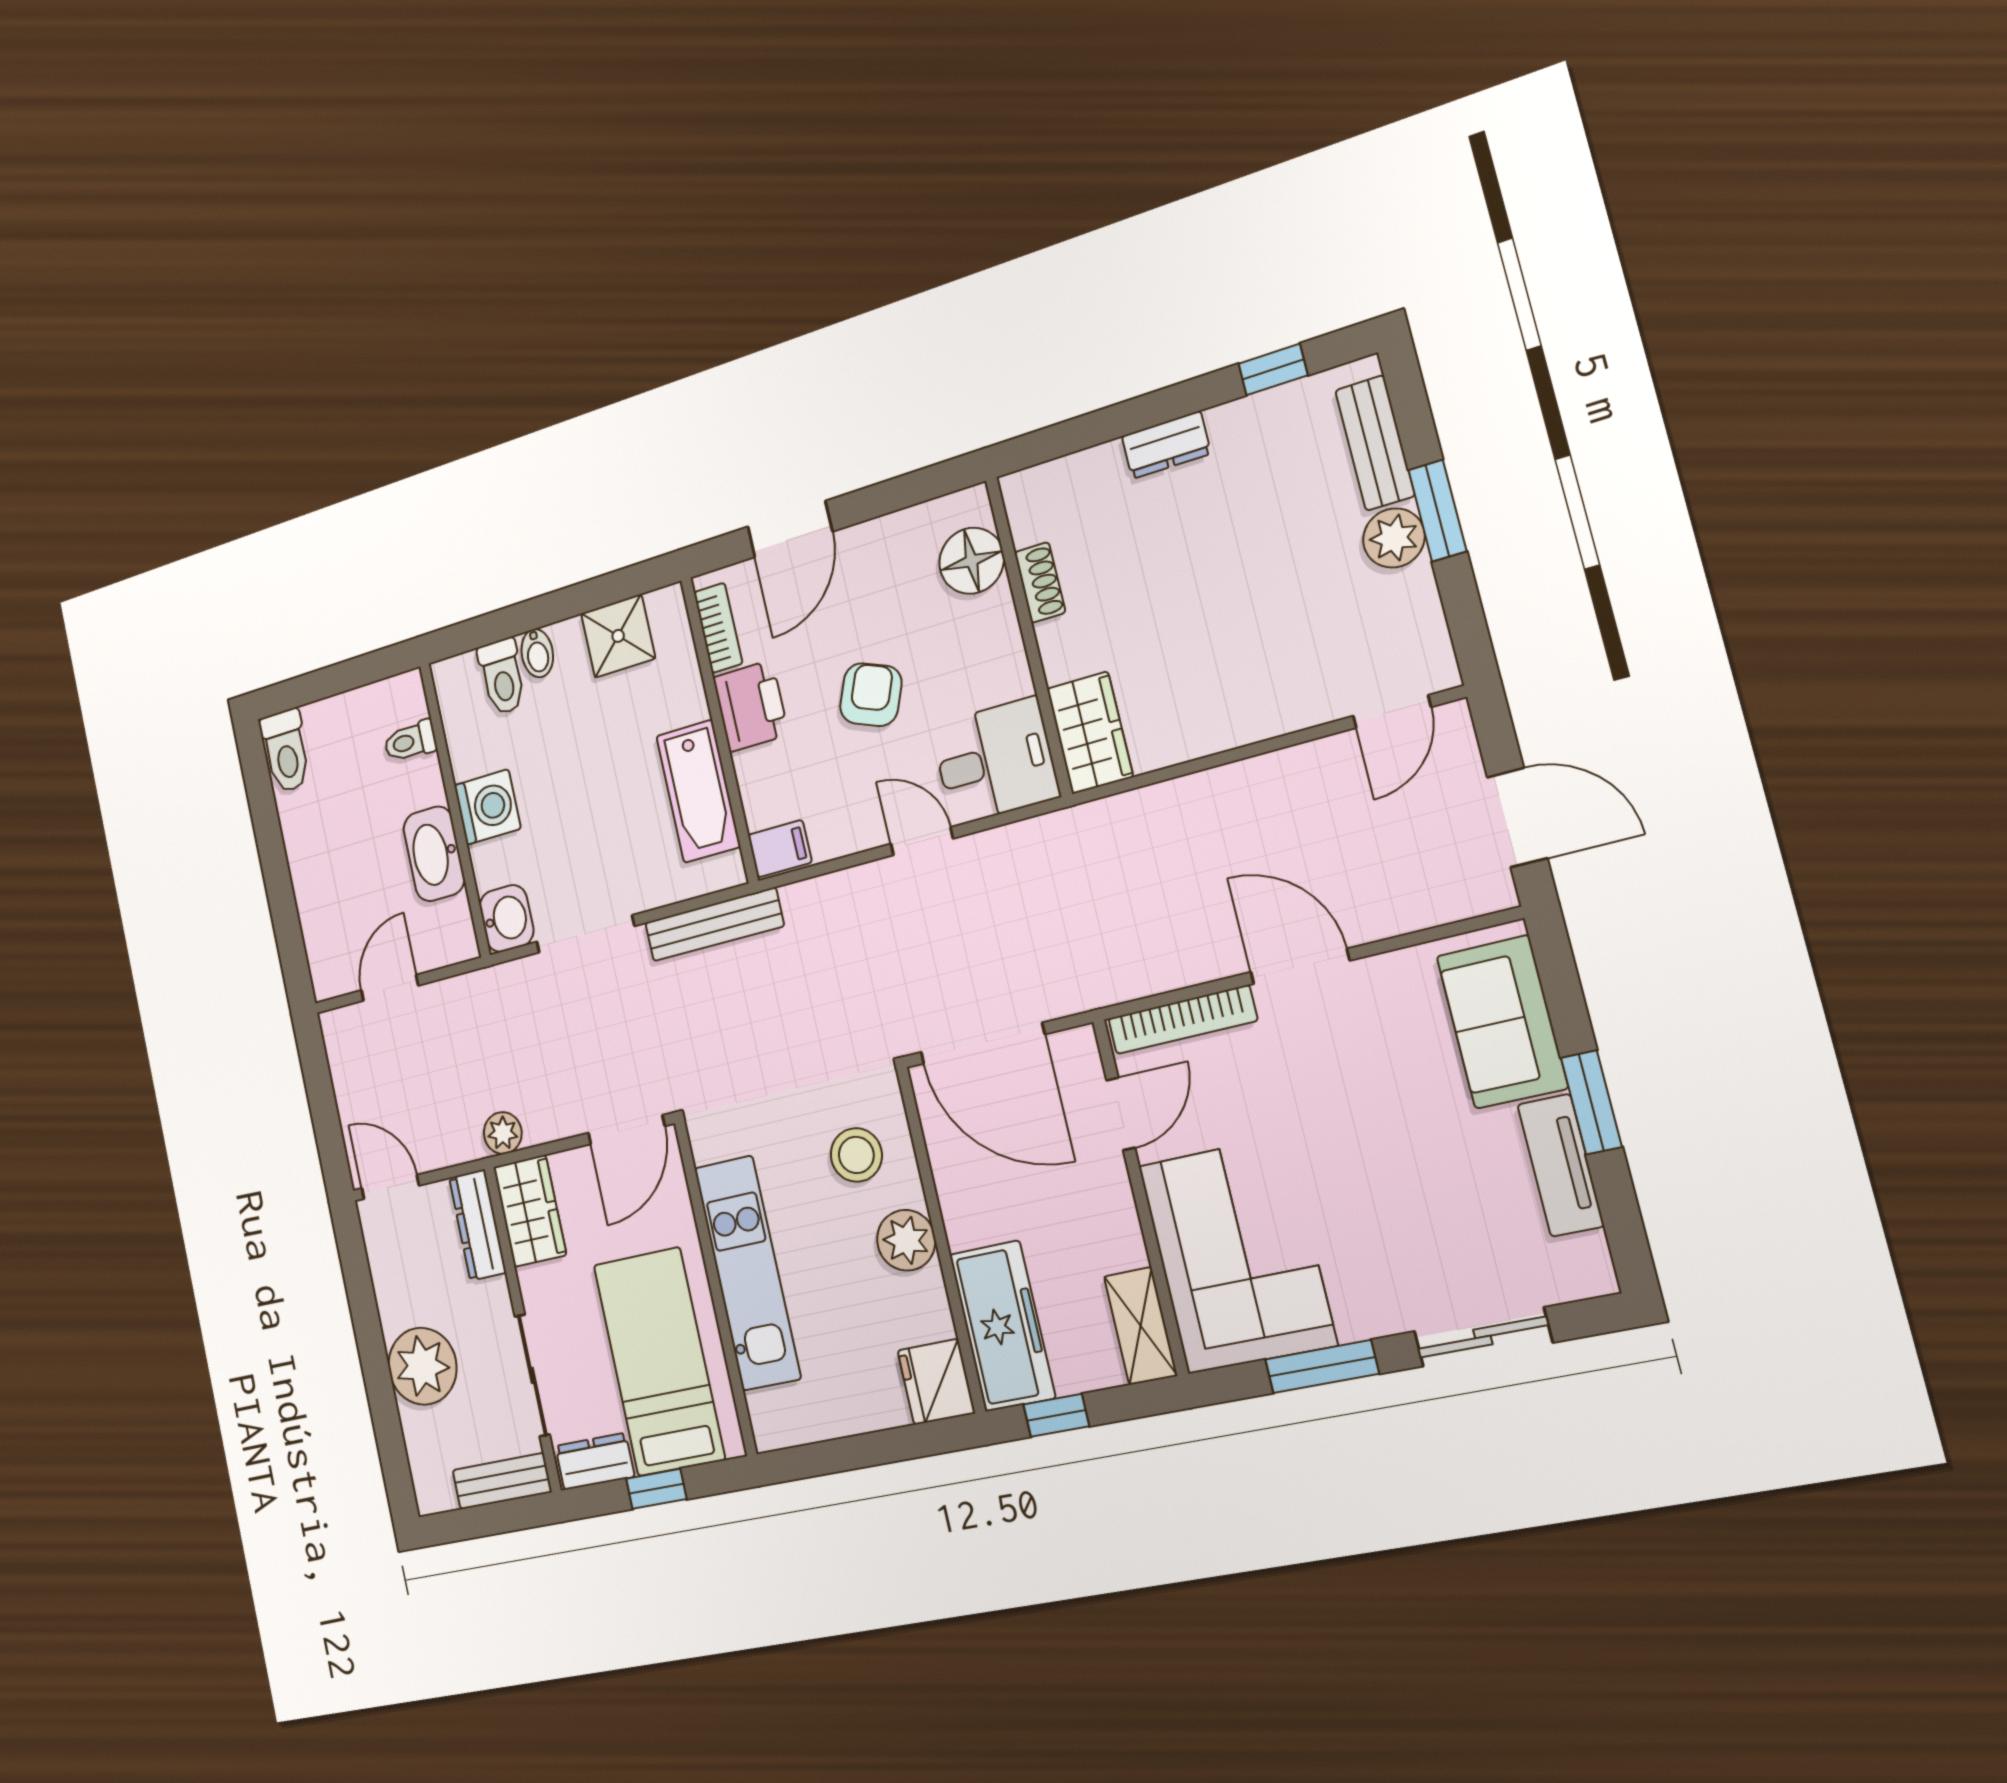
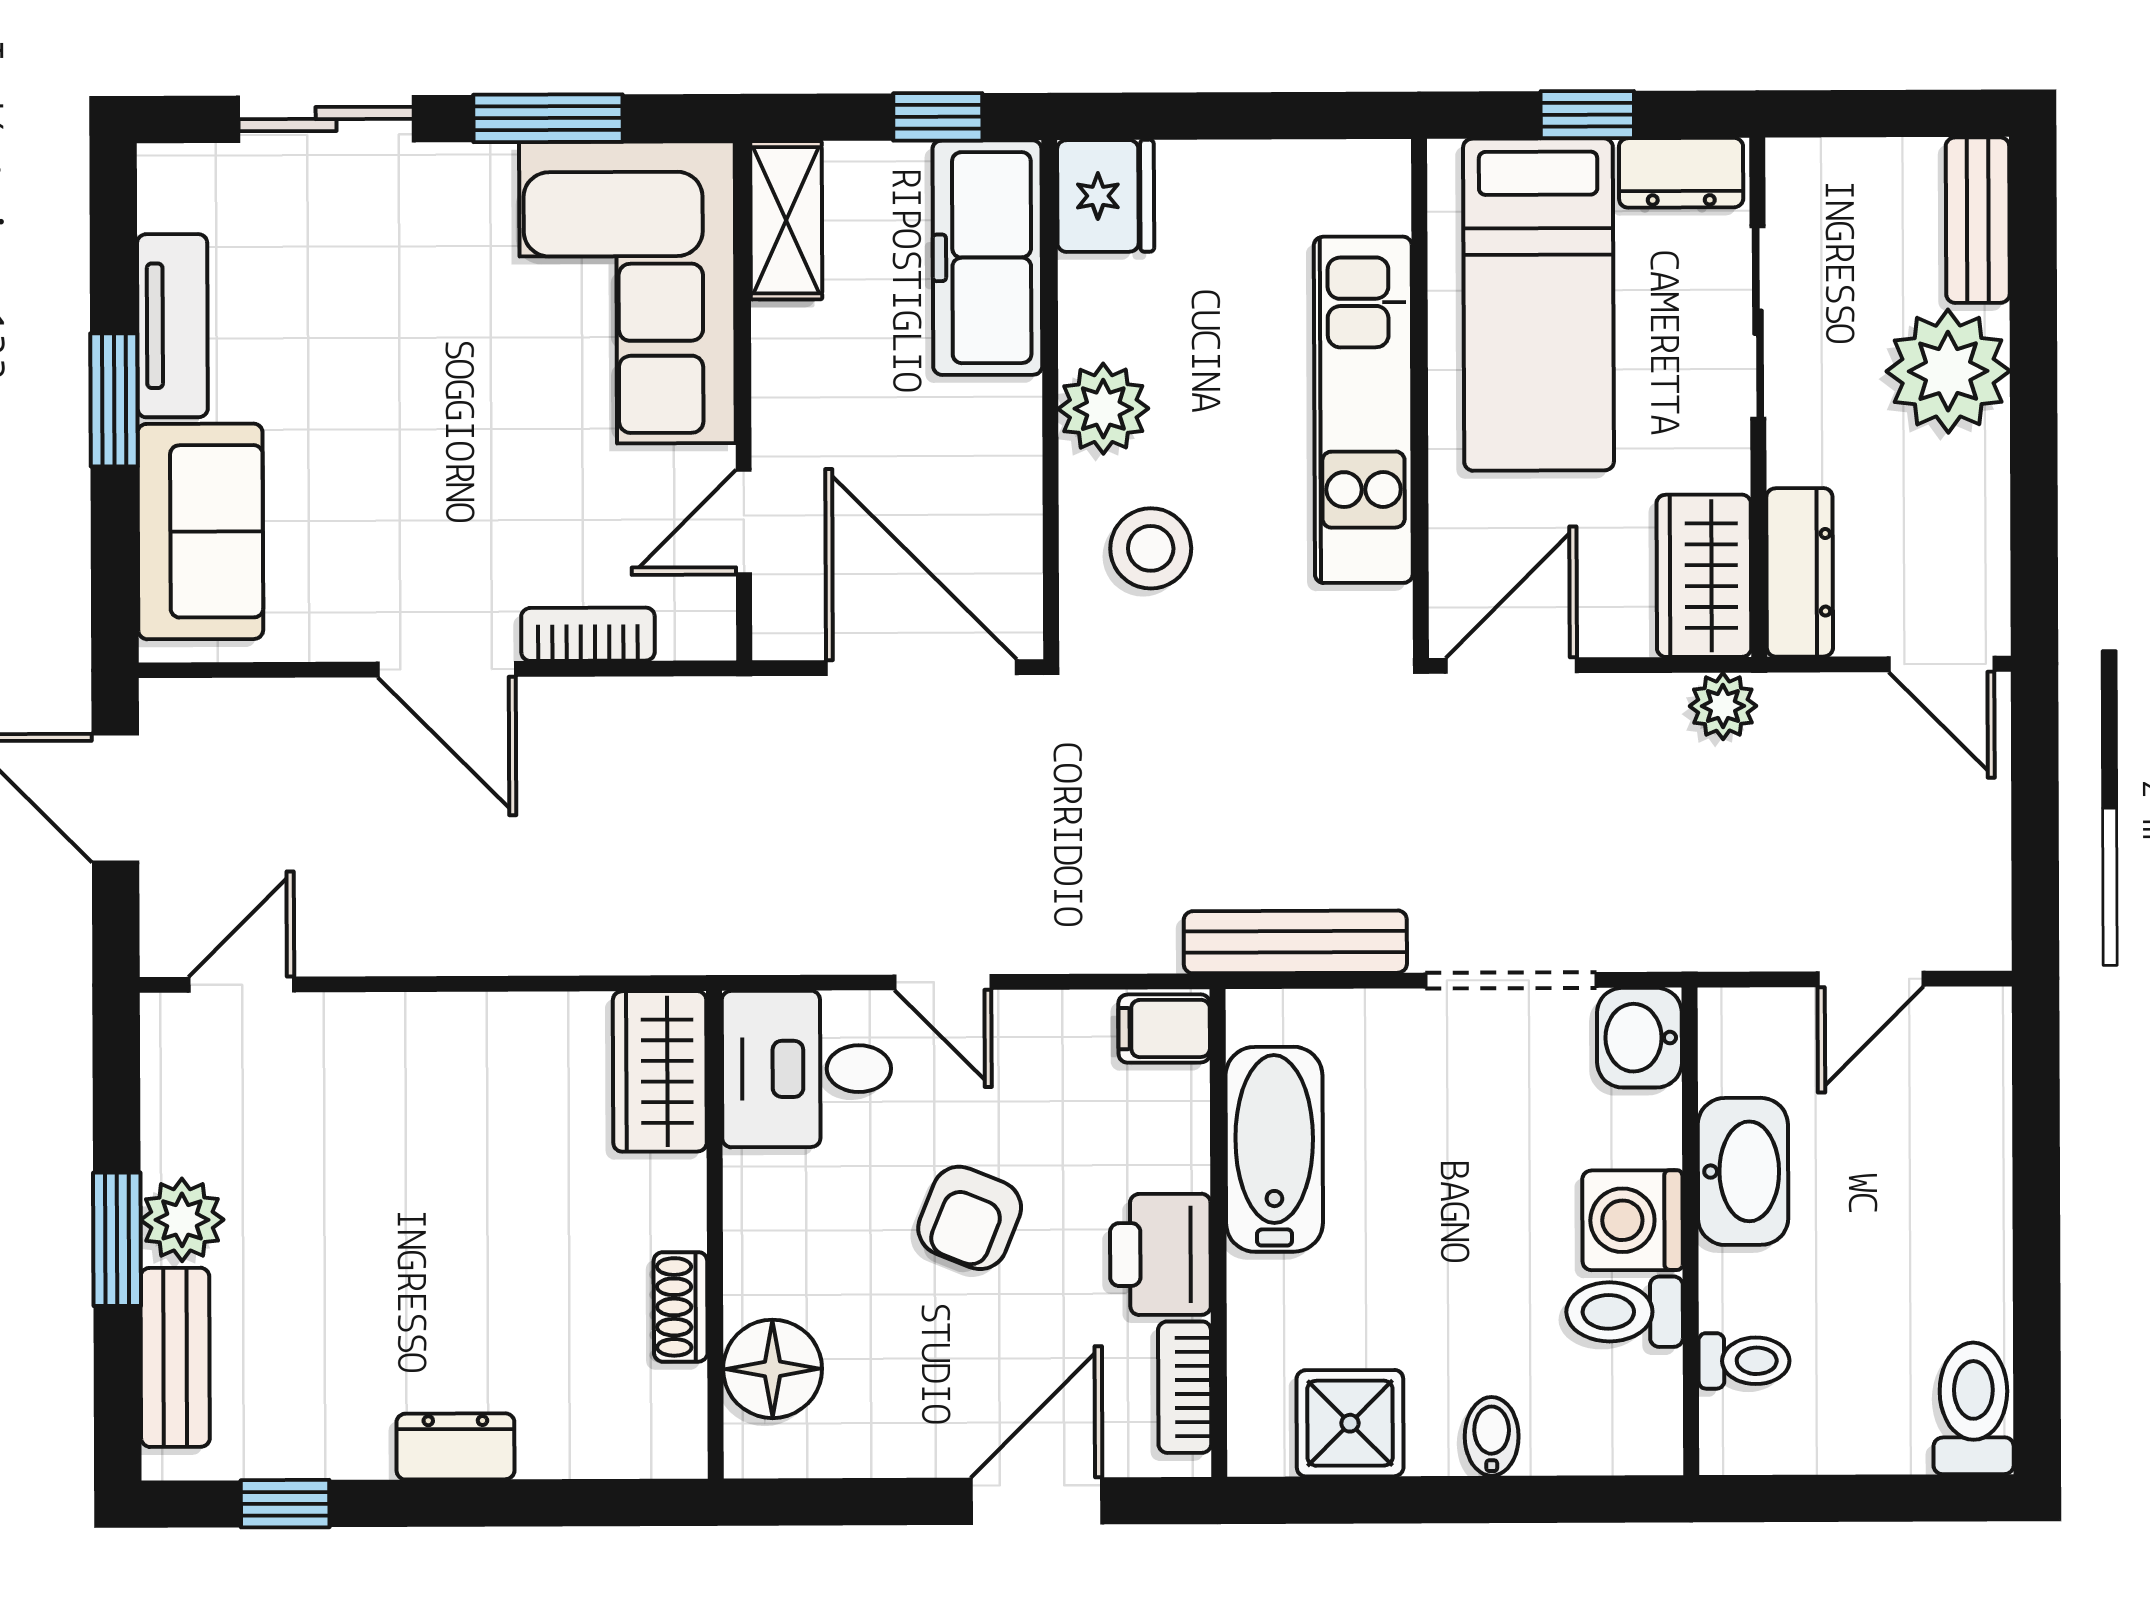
toilet: (502, 676) -> (1625, 1312), moved, turned -90
bookcase: (1182, 1020) -> (588, 634), width x0.64
bench: (502, 1481) -> (1978, 220), moved, turned 90

